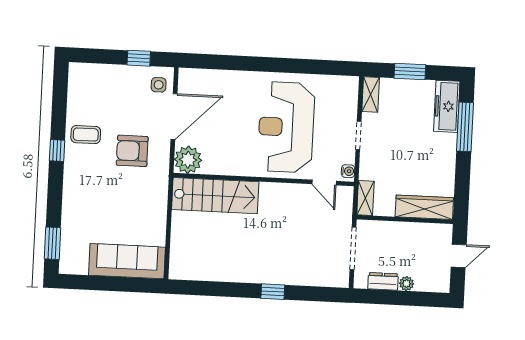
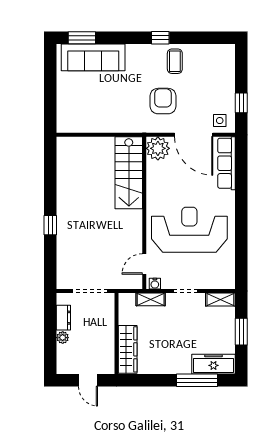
row of seats: (210, 79) -> (227, 163), added
shelving: (365, 198) -> (151, 299), moved
sofa: (127, 261) -> (93, 57), moved, turned 90

